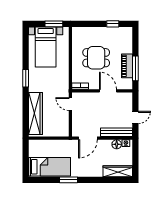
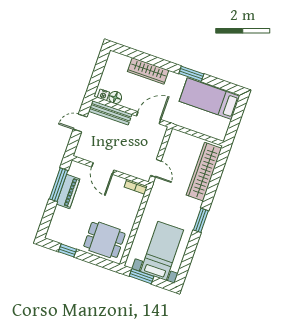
dining table: (96, 58) -> (104, 240), moved
wardrobe: (118, 171) -> (148, 71), moved

